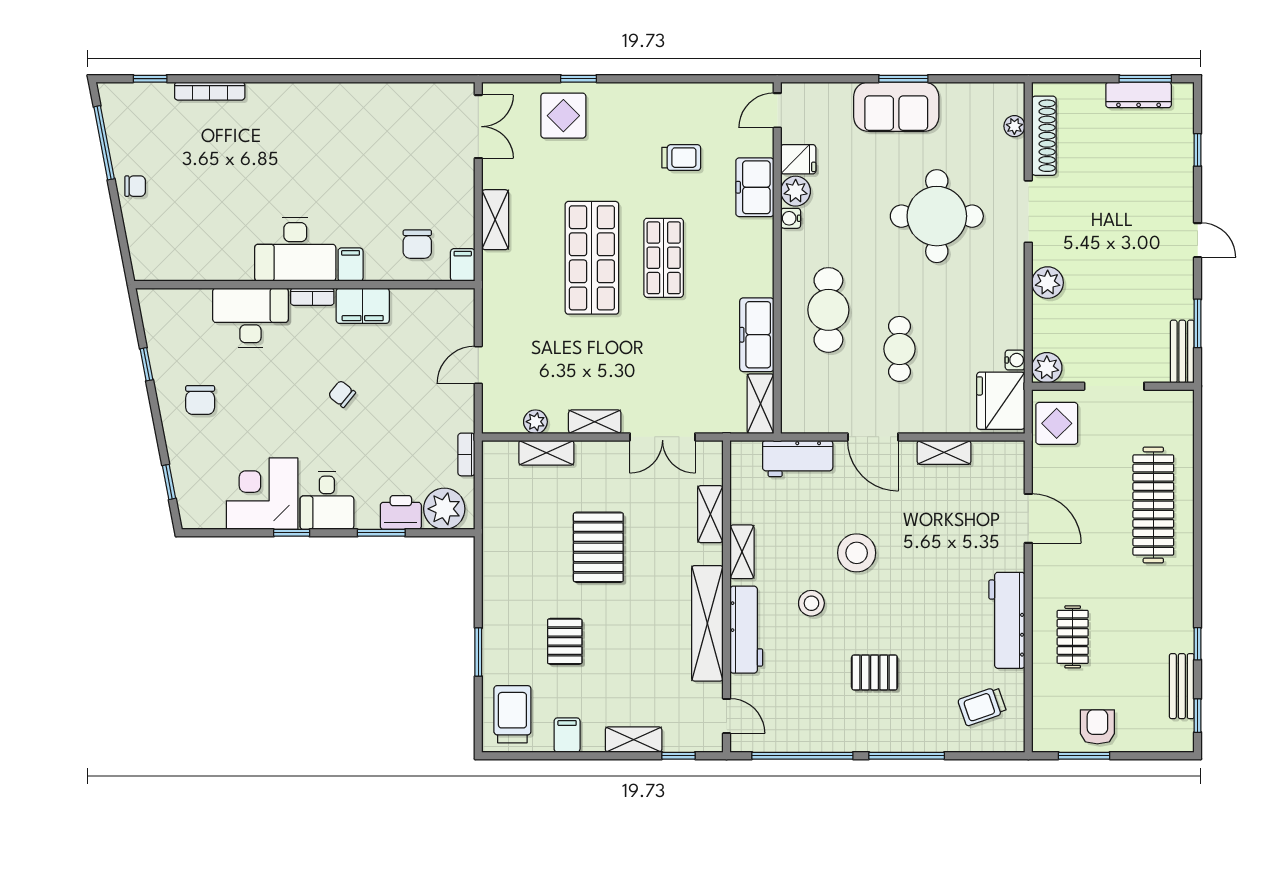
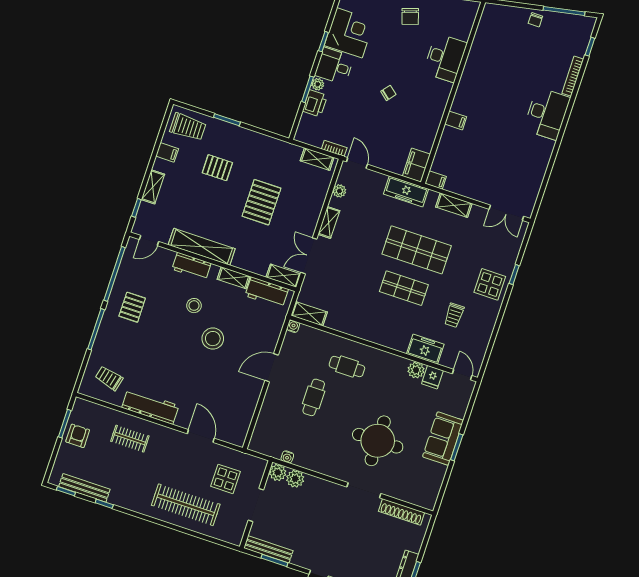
display table: (563, 116) -> (490, 284), moved
plant: (1014, 126) -> (412, 498), removed
water cooler: (791, 218) -> (293, 326), moved
chair: (417, 244) -> (455, 160), removed
desk: (295, 249) -> (547, 114), moved, turned 180
plant: (1048, 283) -> (295, 479), moved
bookcase: (312, 297) -> (445, 94), removed
filing cabinet: (363, 306) -> (416, 165), moved
cafe table: (828, 310) -> (347, 367), width x0.73, depth x0.74
freezer: (757, 335) -> (406, 191), moved, turned 180
cafe table: (899, 349) -> (314, 397), turned 90
bench: (1182, 351) -> (268, 549), width x1.36
door: (478, 365) -> (357, 163), moved
chair: (200, 400) -> (410, 16), turned -108
fridge: (1001, 401) -> (268, 442), removed
display table: (1057, 423) -> (225, 479), moved
shelving: (944, 452) -> (251, 403), removed
shelving: (546, 453) -> (317, 159), moved, turned 90
workbench: (798, 458) -> (267, 292), moved, turned -90
plant: (444, 509) -> (318, 84), moved, width x0.53, depth x0.53
shelving: (710, 514) -> (283, 276), moved
door: (1028, 518) -> (201, 436), swing flipped
pallet: (598, 547) -> (261, 202), turned 90
workbench: (746, 630) -> (191, 266), width x0.73
pallet: (875, 672) -> (132, 307), moved
bench: (1182, 686) -> (84, 488), width x1.36
trolley: (982, 706) -> (109, 378), turned -57
armchair: (1097, 727) -> (78, 436), turned -90

